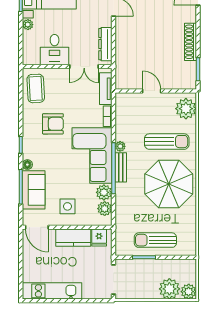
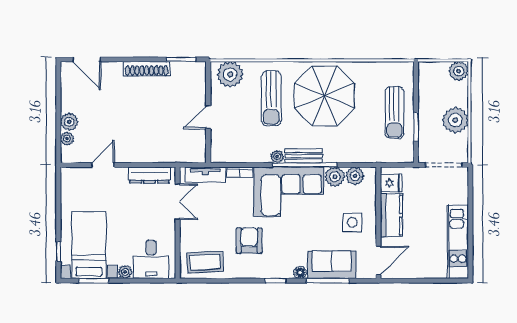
desk: (55, 50) -> (151, 259), moved, turned 90
sun lounger: (167, 142) -> (271, 98), turned 180
plant: (169, 289) -> (455, 120), moved

